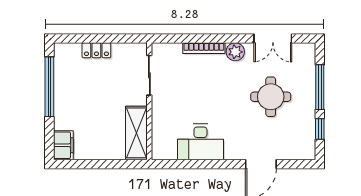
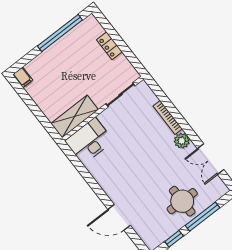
round table: (271, 97) -> (182, 201), moved
desk: (200, 142) -> (89, 141), moved, turned 90
filing cabinet: (63, 145) -> (23, 77), width x0.50

